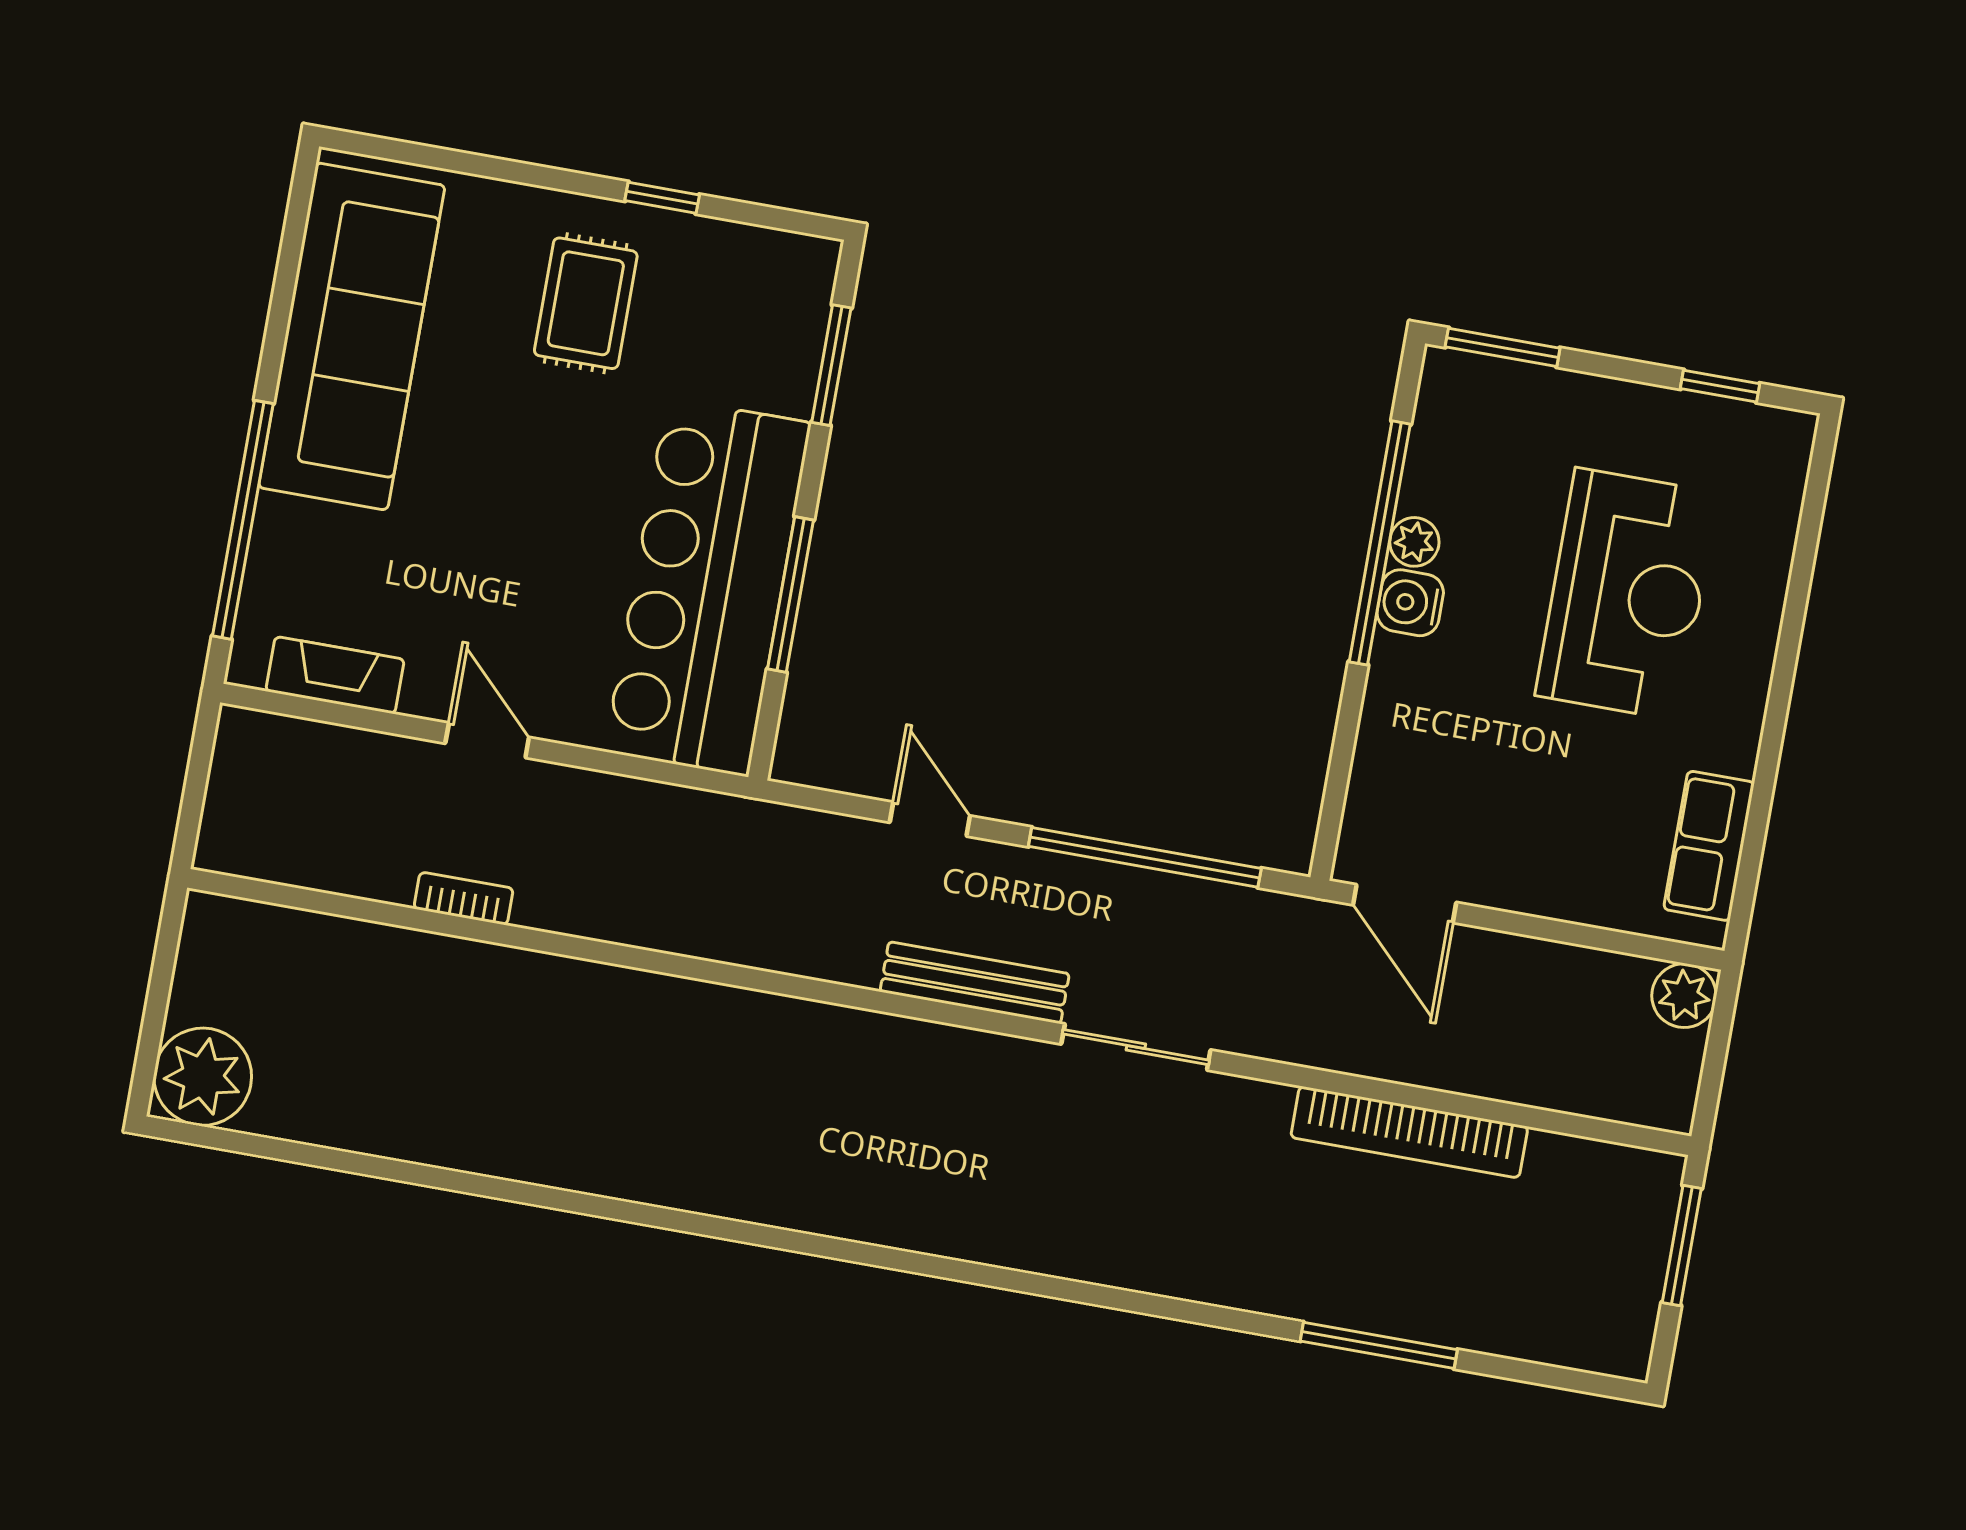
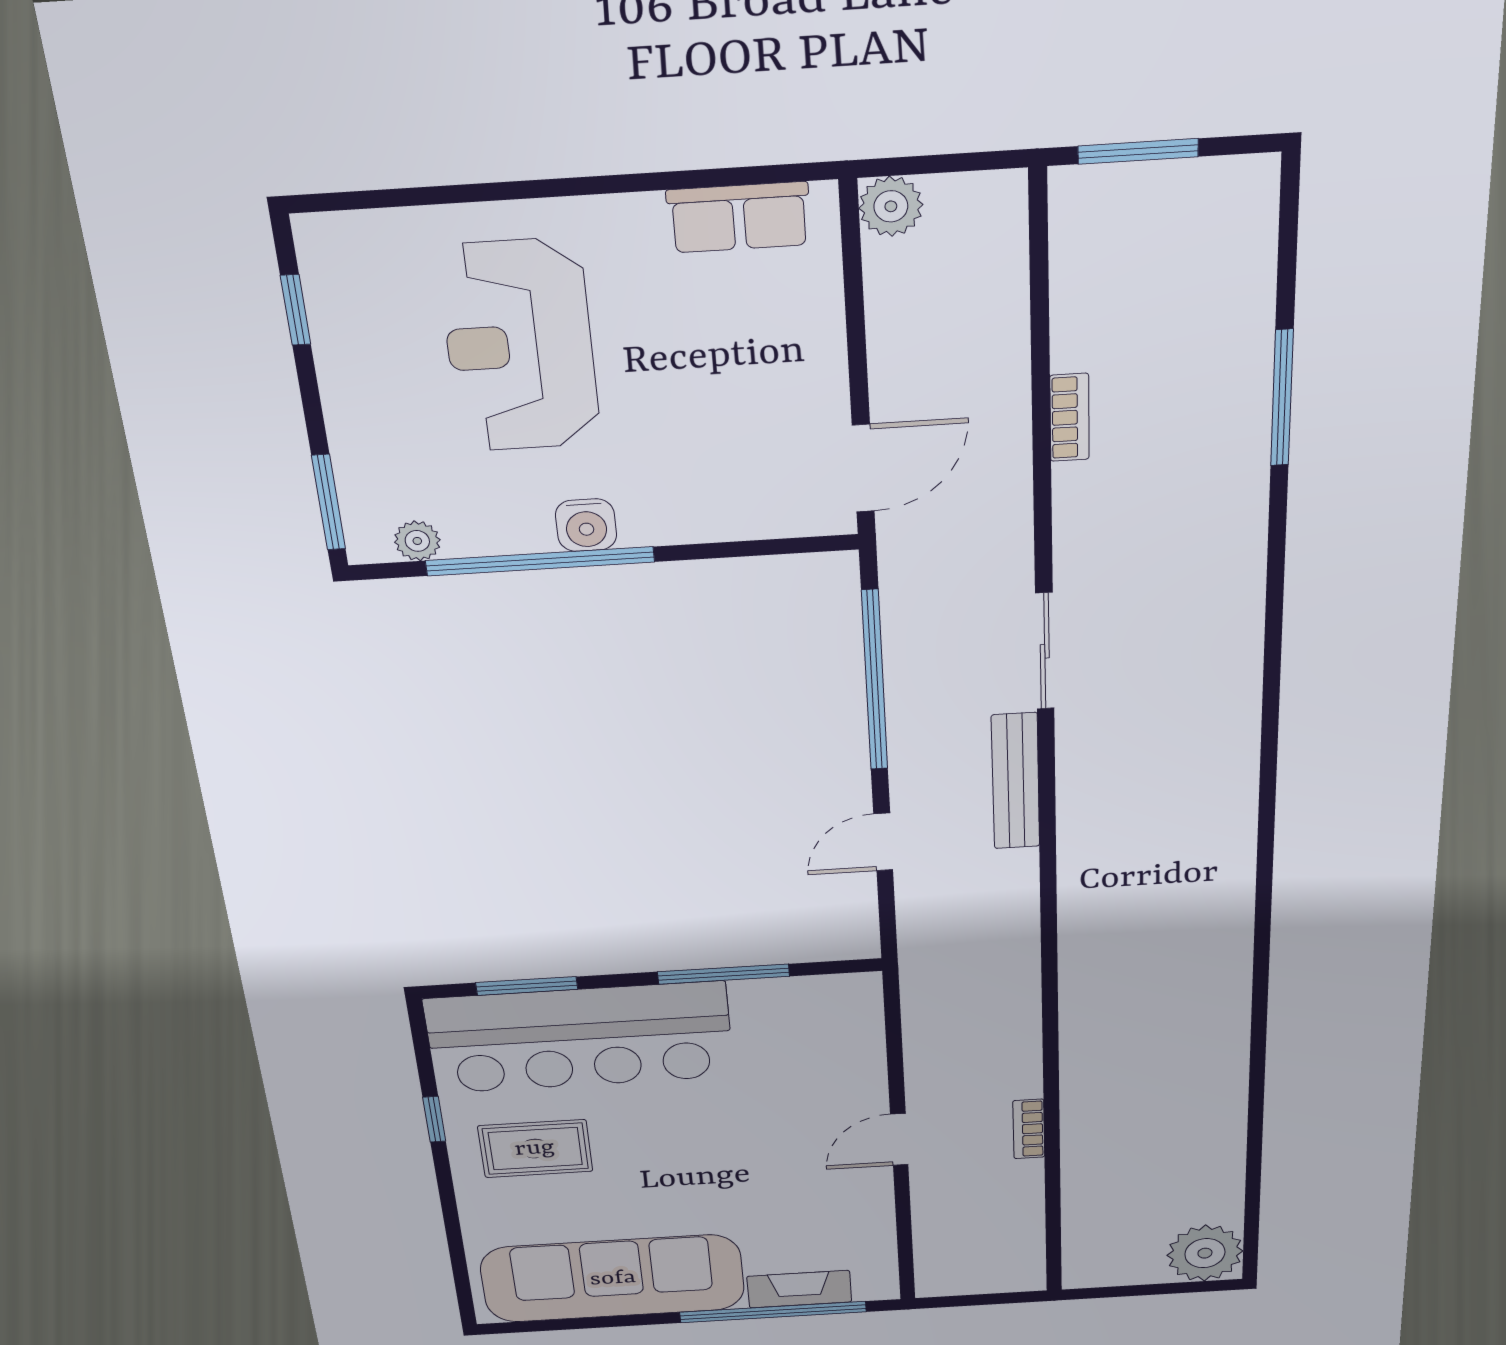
plant: (1414, 542) -> (417, 541), moved
bar counter: (708, 587) -> (580, 1038), moved
reception desk: (1627, 594) -> (520, 346), turned -90
fireplace: (335, 675) -> (799, 1289), moved, turned 90
bookcase: (1409, 1132) -> (1070, 418), width x0.43, depth x0.76

